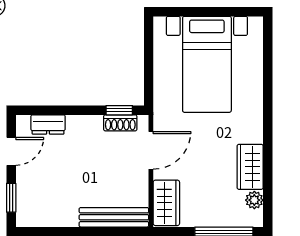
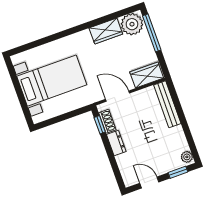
dresser: (48, 124) -> (116, 143), moved
plant: (254, 200) -> (132, 24), width x1.88, depth x1.88
plant: (29, 218) -> (187, 157), added

